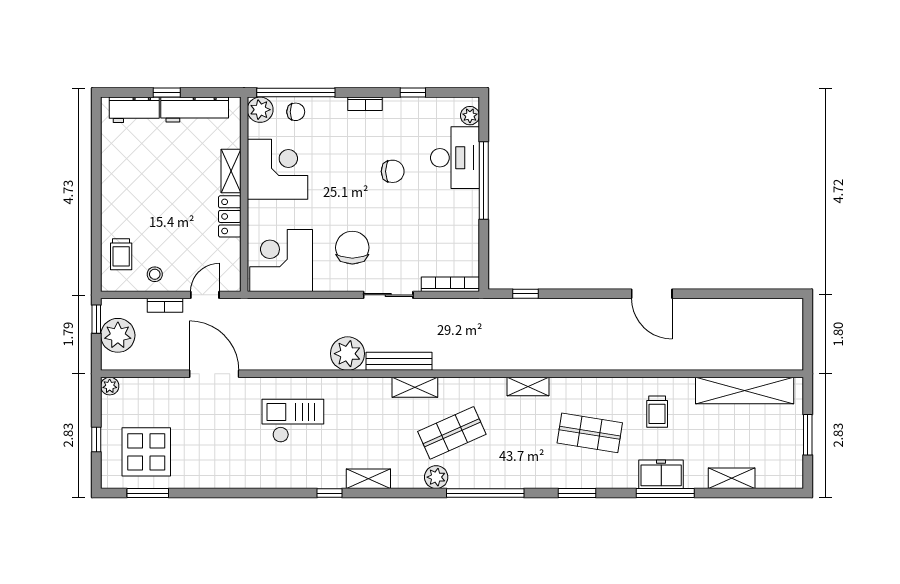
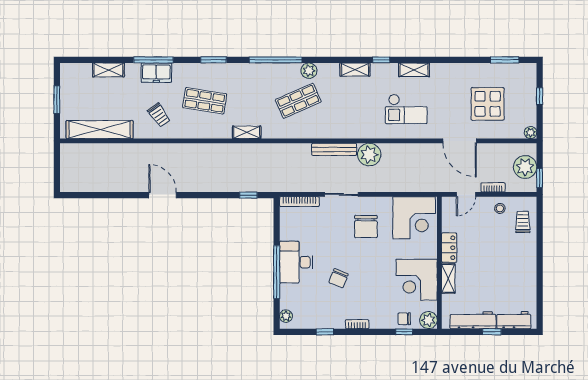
window: (296, 93) -> (404, 332), width x0.32
desk: (455, 158) -> (296, 262), moved
chair: (393, 171) -> (338, 278), turned -68
shelving: (415, 387) -> (414, 70), moved
trolley: (657, 412) -> (159, 115), turned 145
display table: (146, 452) -> (488, 104), moved

